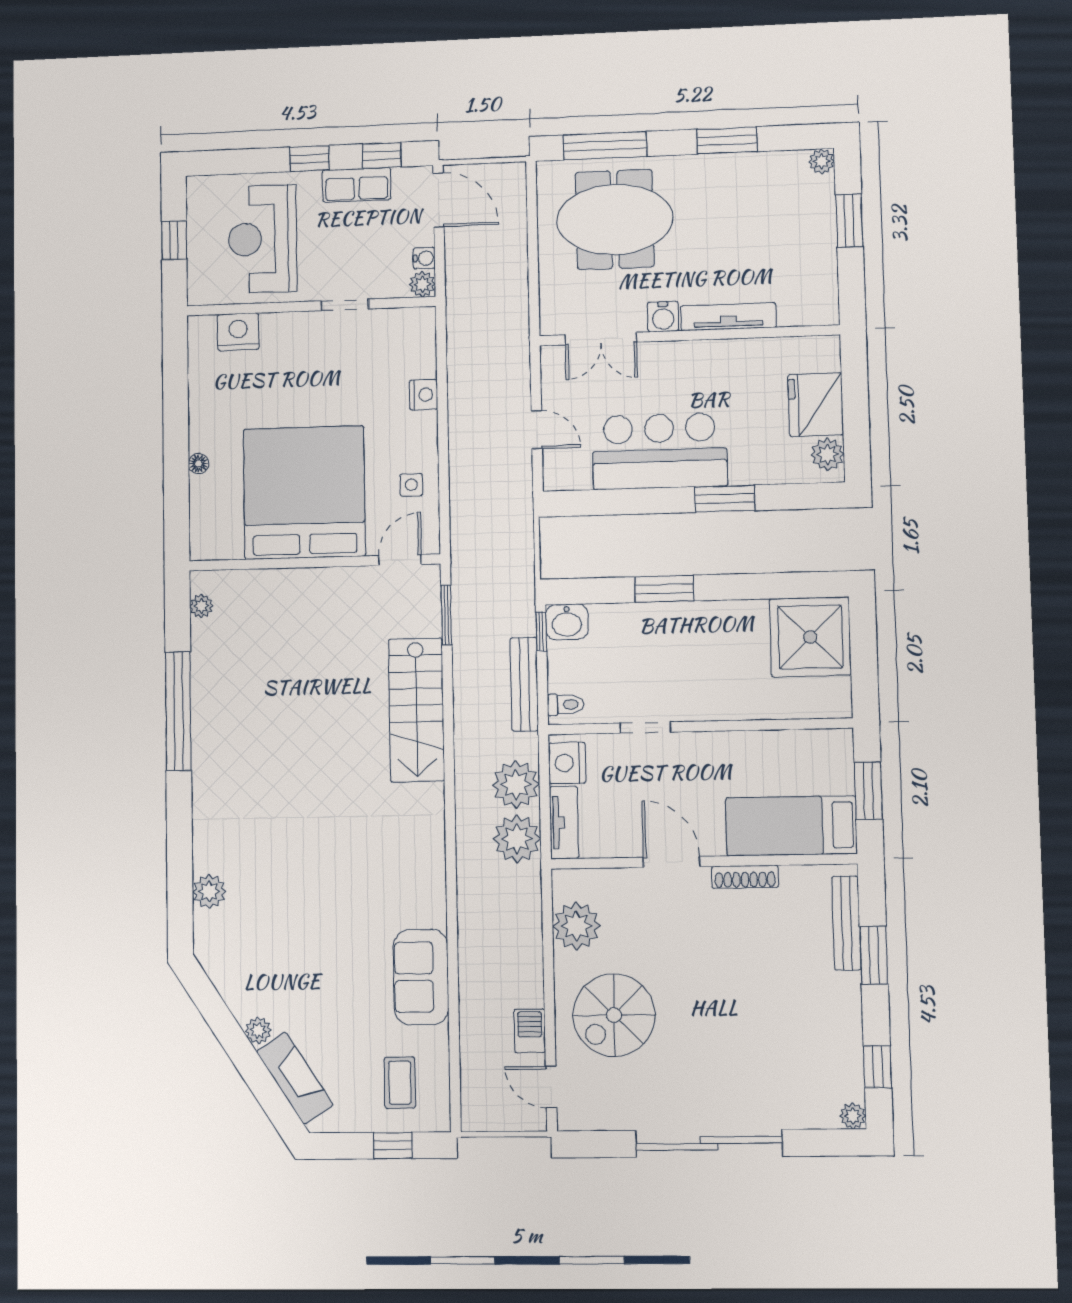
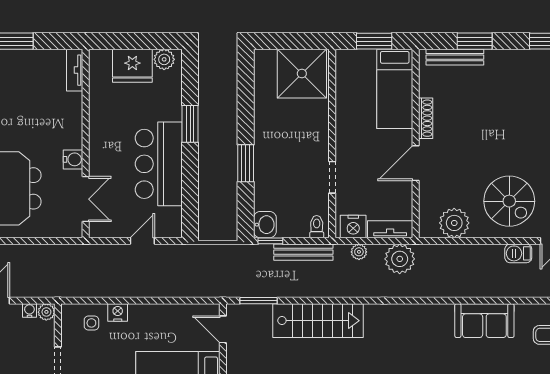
tv unit: (728, 317) -> (75, 70), moved, width x0.71
side table: (411, 485) -> (91, 323), moved
shower: (810, 637) -> (302, 74), moved
plant: (516, 784) -> (359, 252), width x0.53, depth x0.53

